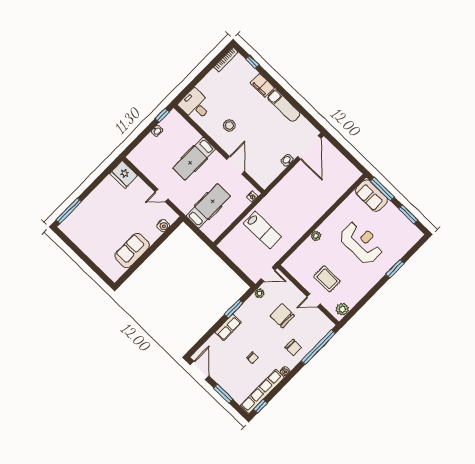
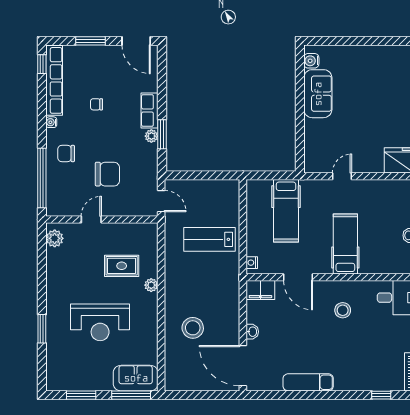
filing cabinet: (262, 85) -> (260, 290), moved, turned 180
stool: (316, 193) -> (193, 328), added
water cooler: (163, 226) -> (311, 61), moved
door: (268, 274) -> (161, 201), swing flipped
rug: (327, 279) -> (122, 266), moved
plant: (259, 293) -> (151, 136), moved

